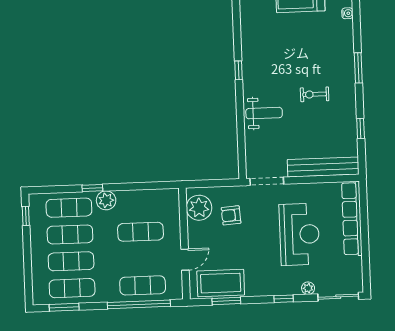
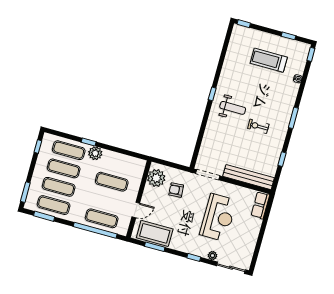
weight bench: (264, 113) -> (233, 108), moved
row of seats: (352, 219) -> (260, 205), width x0.50
window: (28, 283) -> (25, 192), added

